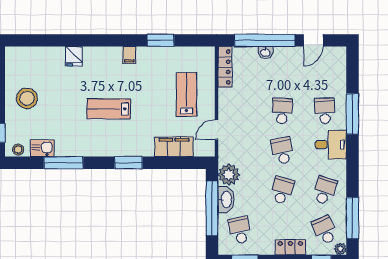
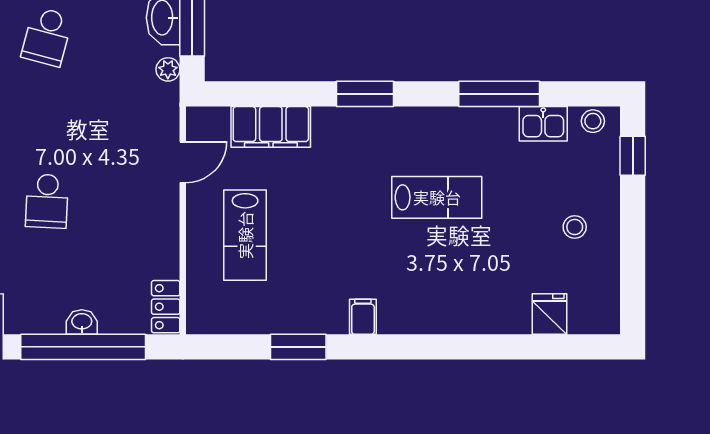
fridge: (74, 56) -> (549, 314), moved
locker: (225, 67) -> (166, 307), width x0.66
stool: (27, 98) -> (575, 227), width x0.53, depth x0.53
lab bench: (109, 109) -> (437, 197), moved
school desk: (282, 151) -> (47, 119), removed
plant: (229, 175) -> (168, 69), width x0.53, depth x0.53

